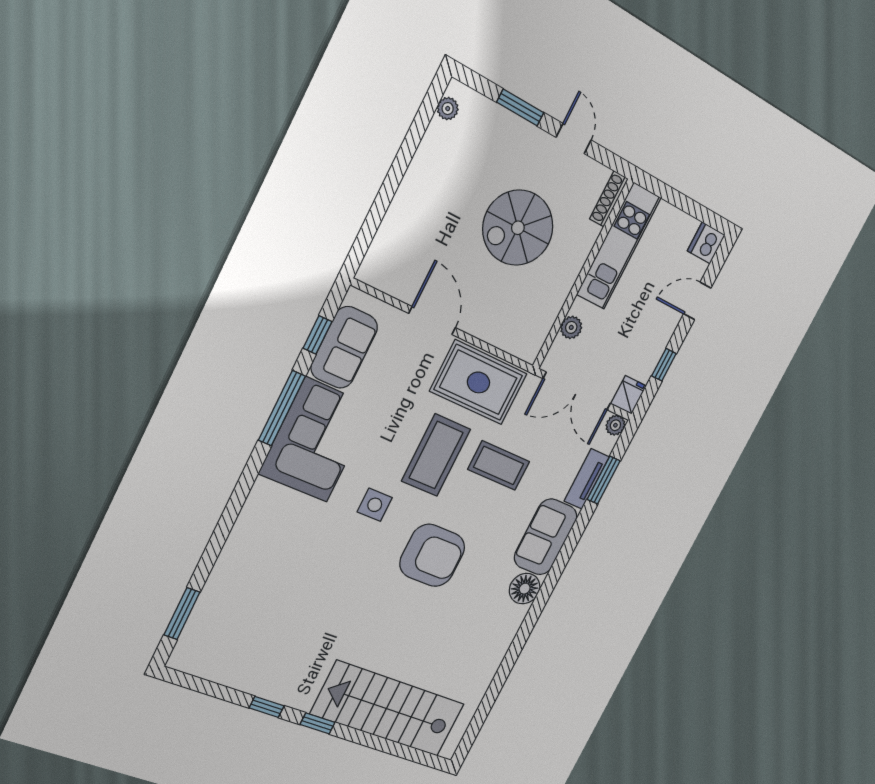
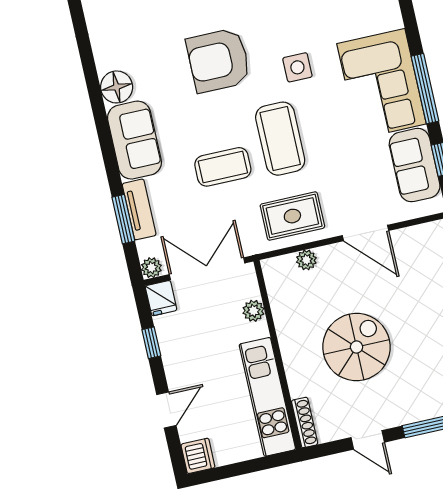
plant: (497, 336) -> (306, 260), added
rug: (478, 382) -> (292, 216), width x0.73, depth x0.70

